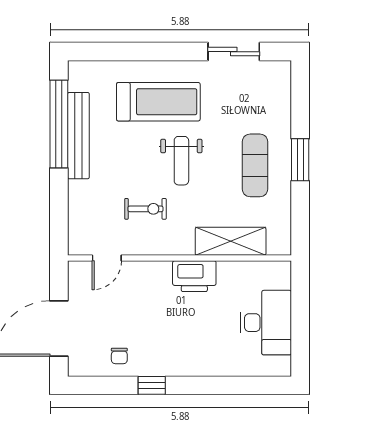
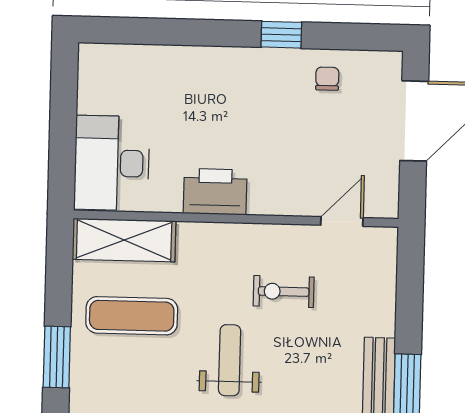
exercise mat: (255, 165) -> (132, 316), moved, turned 90
shelving: (231, 241) -> (124, 240), moved
desk: (266, 323) -> (112, 163), moved

